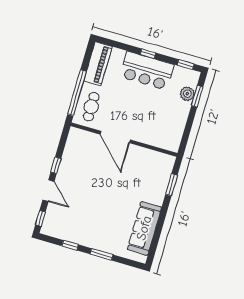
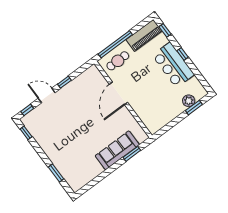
window: (186, 65) -> (165, 30), moved
door: (48, 191) -> (47, 95), swing flipped
sofa: (144, 228) -> (117, 150), moved
window: (70, 245) -> (26, 133), moved
window: (102, 254) -> (56, 173), moved

